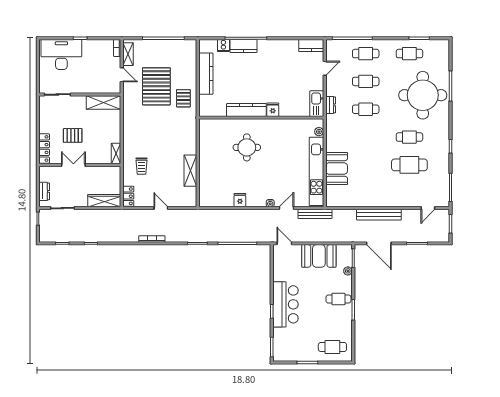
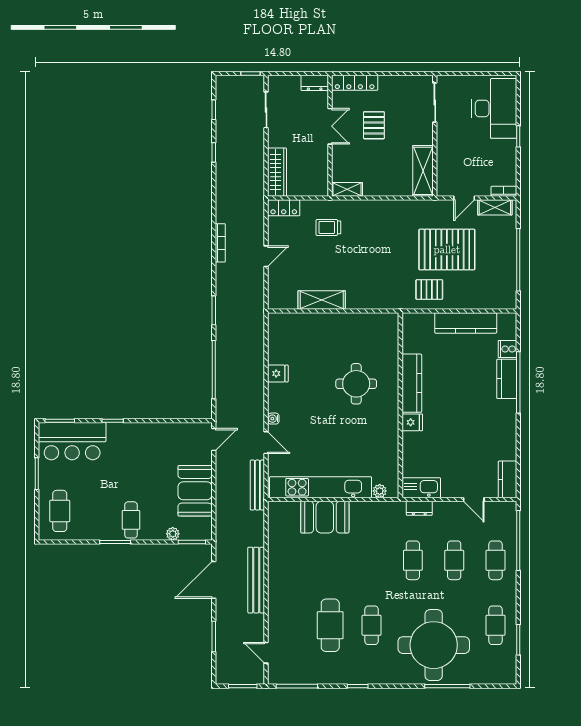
dresser: (44, 191) -> (315, 83), moved
bar counter: (285, 304) -> (72, 441), moved

